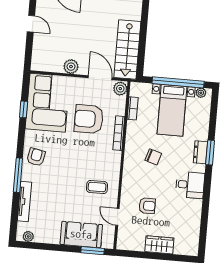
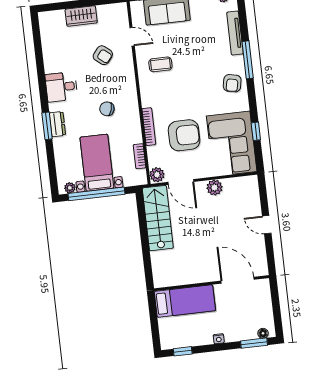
armchair: (147, 206) -> (103, 55), turned -141

